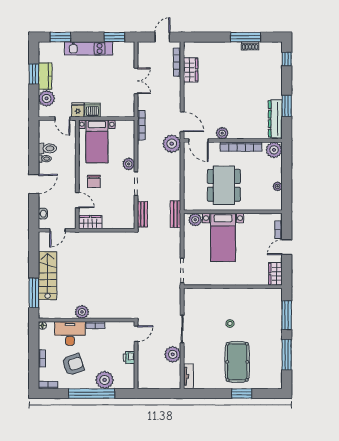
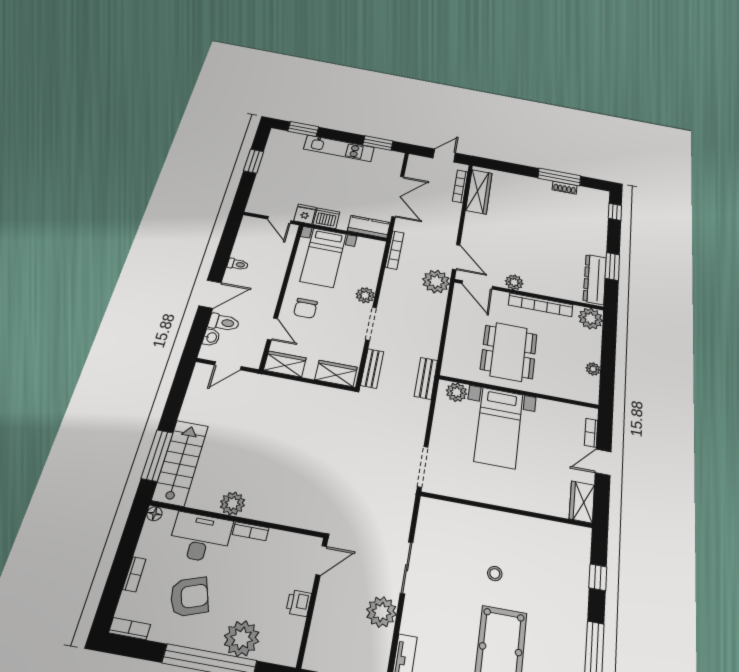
wardrobe: (191, 70) -> (479, 192), width x1.50
kitchen counter: (45, 76) -> (369, 227), moved, turned -90
double door: (136, 81) -> (398, 196), width x1.37
plant: (47, 98) -> (263, 192), removed
toilet: (47, 148) -> (224, 322), moved
wardrobe: (122, 222) -> (336, 373), added
stairs: (48, 276) -> (180, 463), moved
window: (287, 315) -> (598, 577), width x0.46

